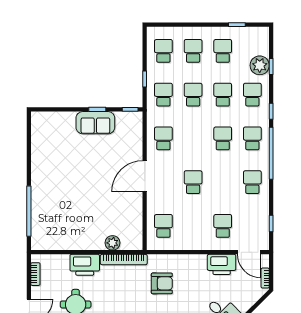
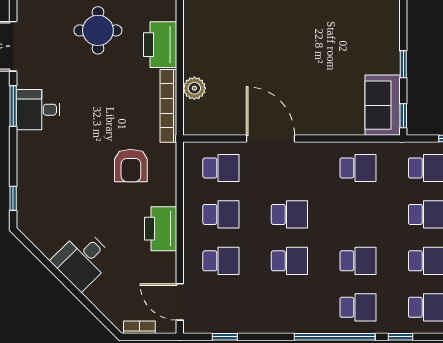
sofa: (95, 123) -> (383, 105), moved
door: (145, 176) -> (271, 139), moved
school desk: (252, 182) -> (289, 261), moved
school desk: (193, 226) -> (221, 214), added
door: (249, 252) -> (180, 302), hinge flipped
printer: (222, 264) -> (161, 229), moved

